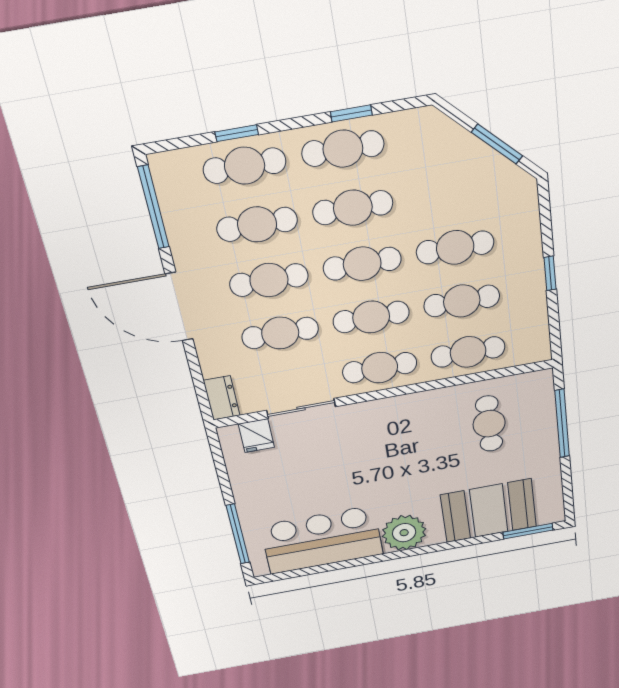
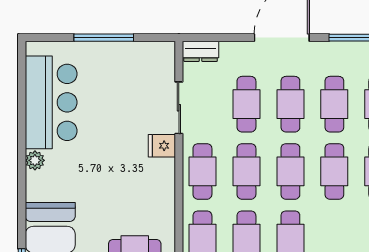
fridge: (256, 436) -> (162, 146), moved
plant: (404, 533) -> (35, 160), width x0.53, depth x0.53
window: (238, 534) -> (104, 38), moved

